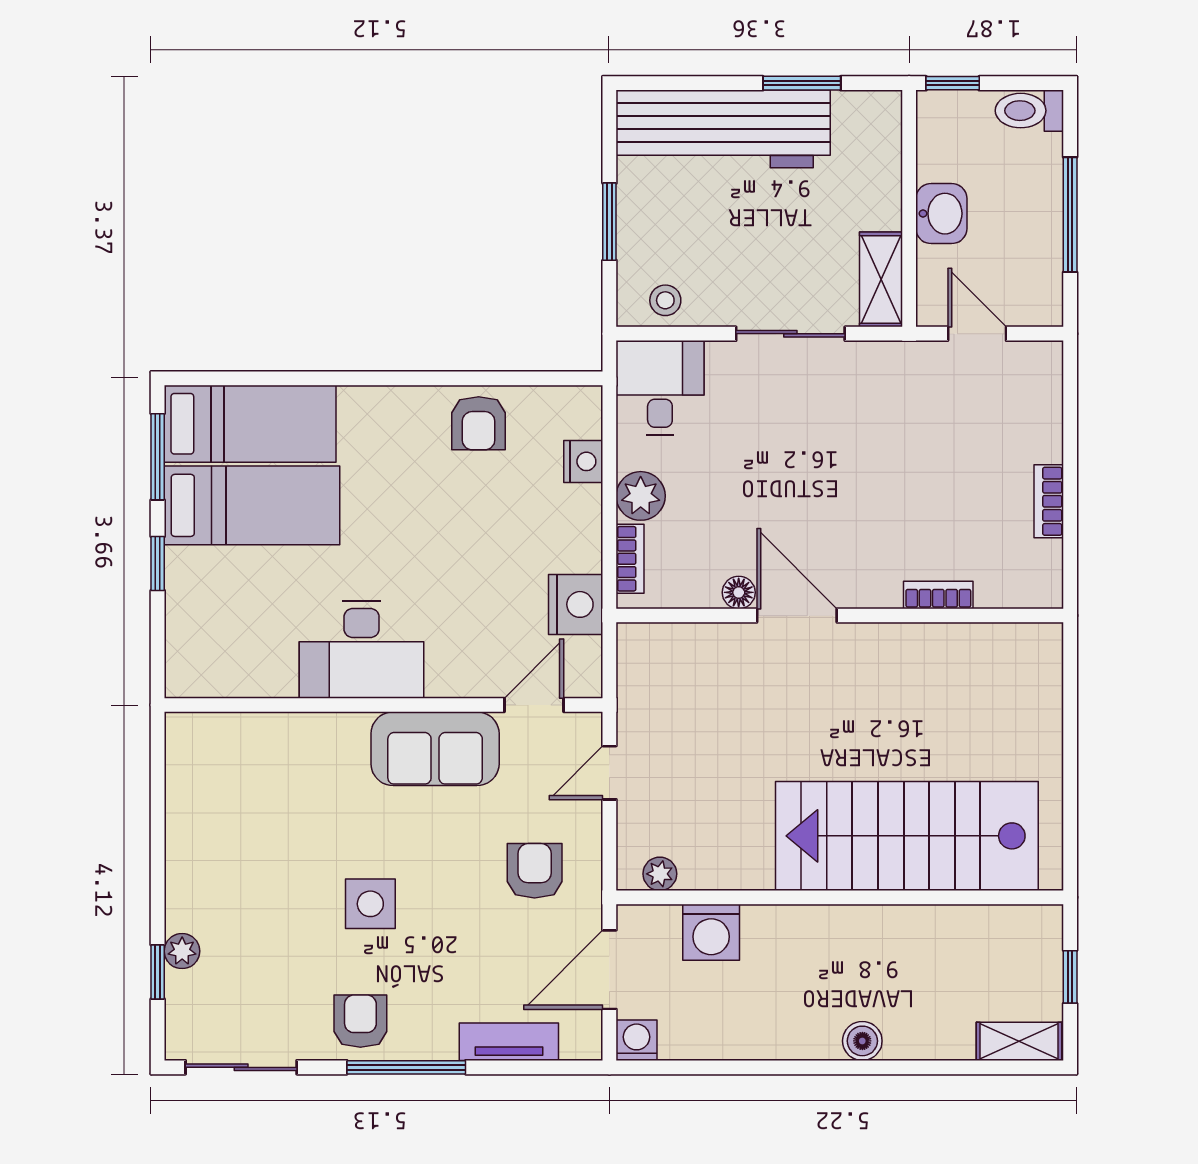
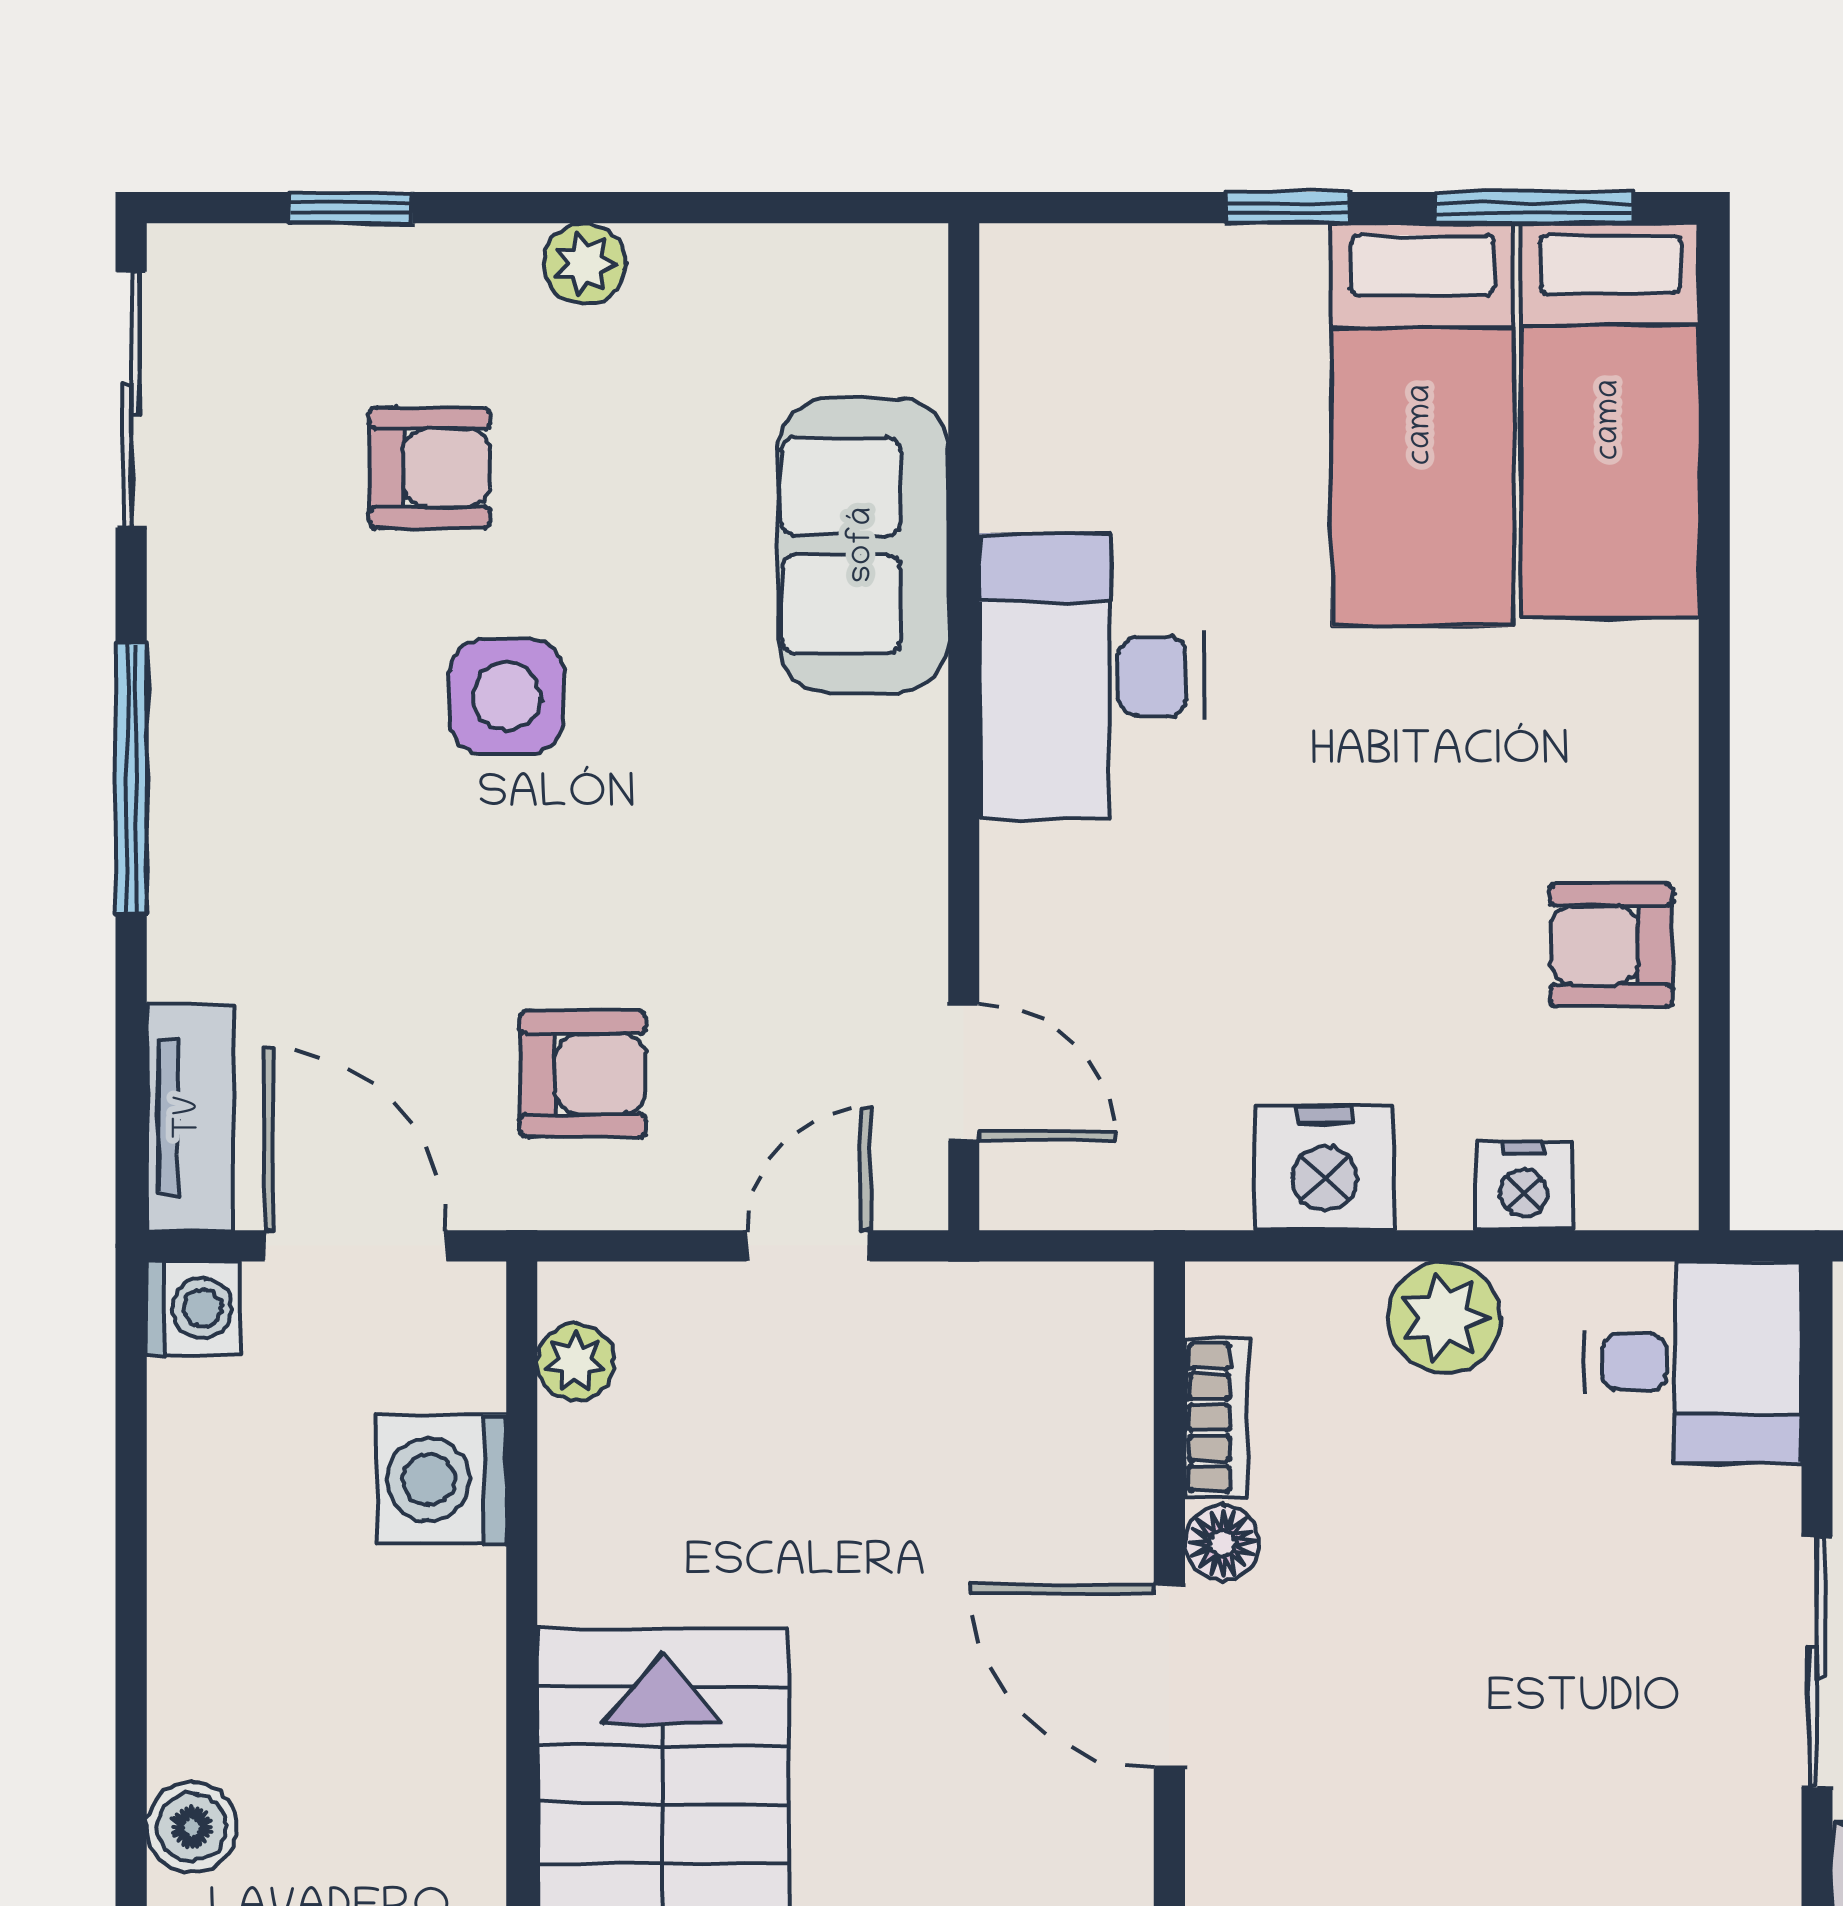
bookcase: (630, 559) -> (1217, 1418), moved, turned -90
nightstand: (576, 604) -> (1325, 1168), moved
door: (797, 616) -> (1169, 1677), swing flipped
sofa: (435, 749) -> (863, 545), moved
door: (609, 773) -> (808, 1246), hinge flipped
plant: (182, 951) -> (584, 264), moved
armchair: (360, 1021) -> (430, 468), moved
tv unit: (509, 1042) -> (190, 1117), moved

